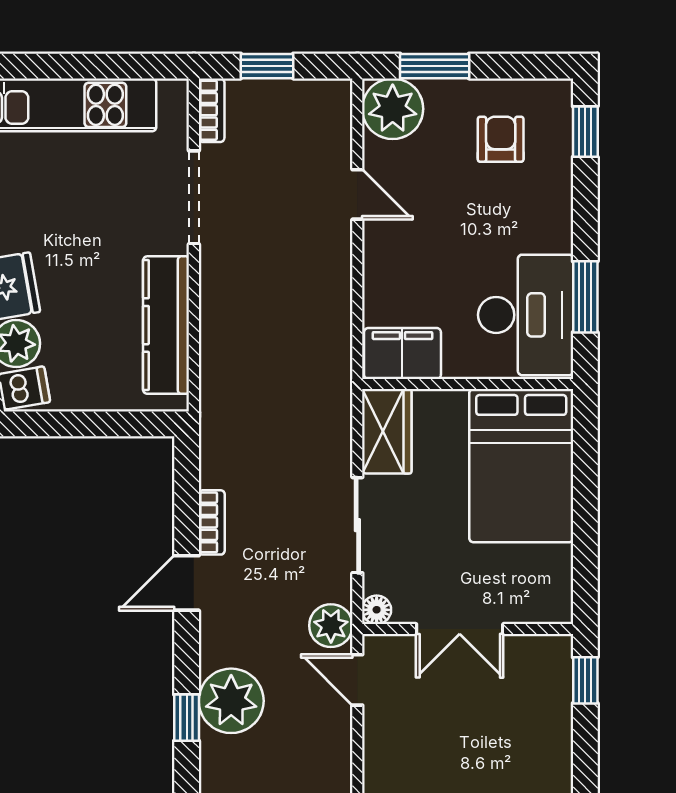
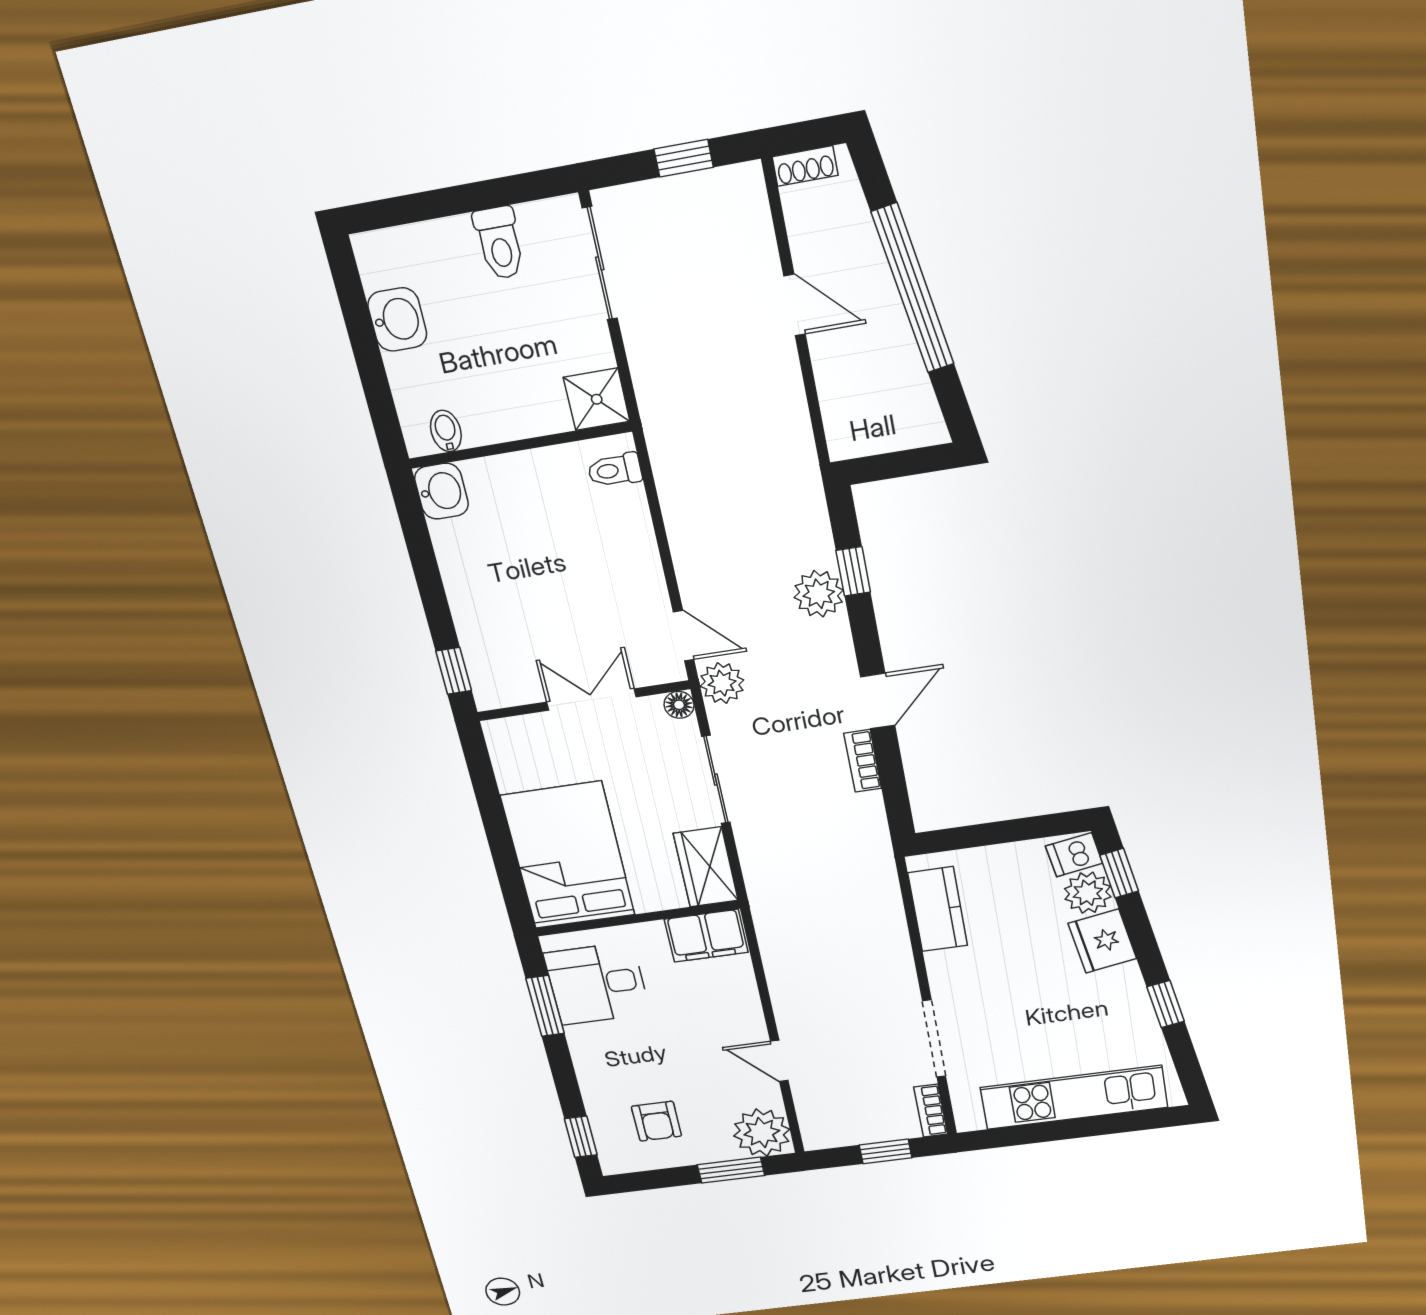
desk: (526, 315) -> (597, 984), width x0.73
kitchen counter: (166, 325) -> (938, 909), width x0.67
plant: (231, 701) -> (819, 594), width x0.73, depth x0.73

